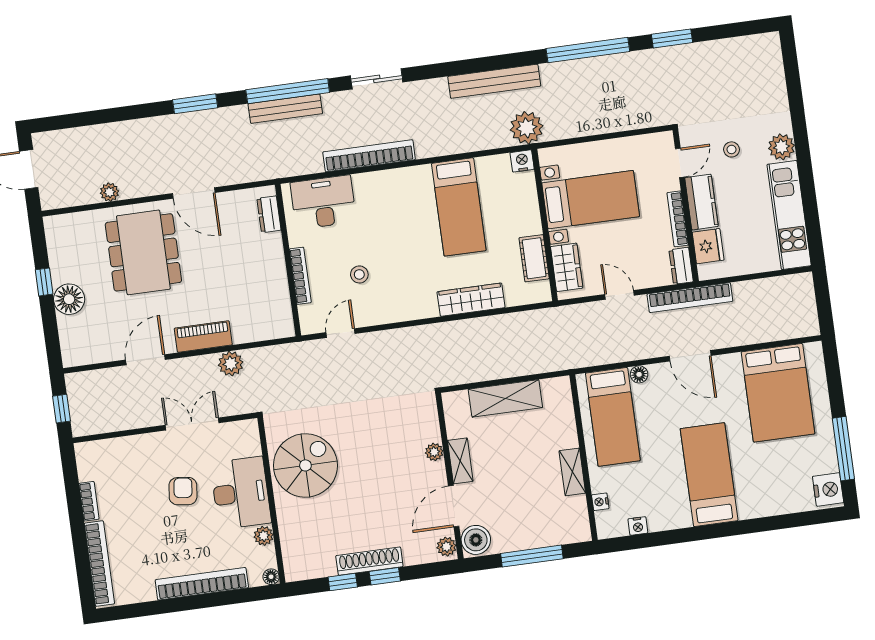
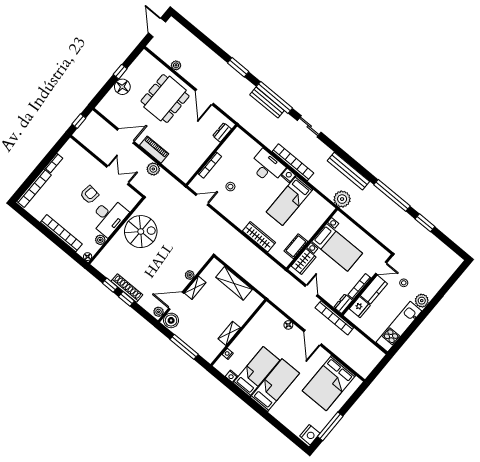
bookcase: (369, 156) -> (293, 162), moved
nightstand: (522, 161) -> (288, 175), moved
desk: (323, 202) -> (267, 167), moved
bed: (613, 417) -> (256, 371), moved, turned 180

